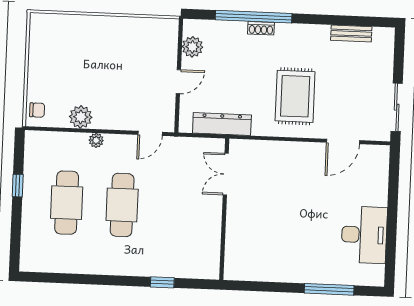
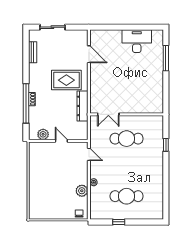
sliding door: (397, 107) -> (52, 27), moved
dresser: (222, 124) -> (82, 106), moved
cafe table: (122, 205) -> (127, 139), moved

